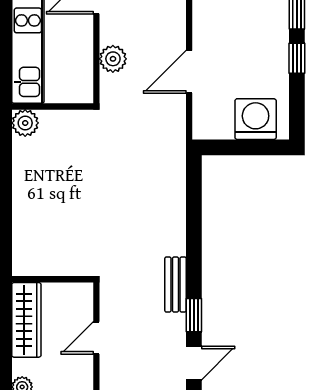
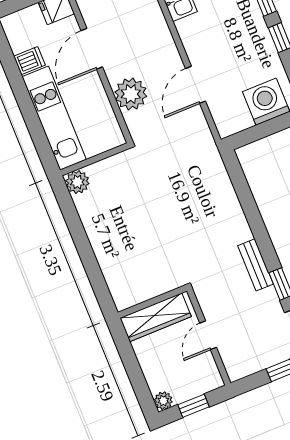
plant: (113, 59) -> (131, 94), width x1.36, depth x1.36
wardrobe: (26, 320) -> (156, 317), moved, turned 90

